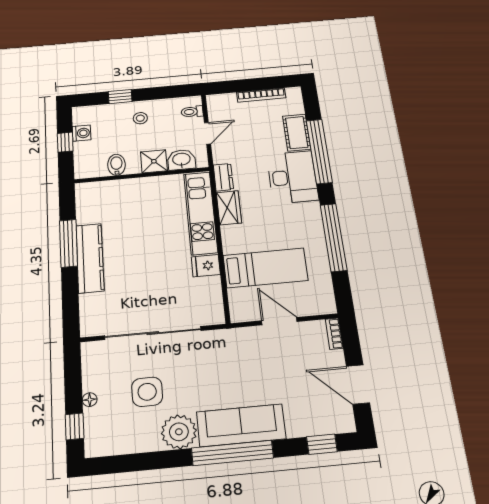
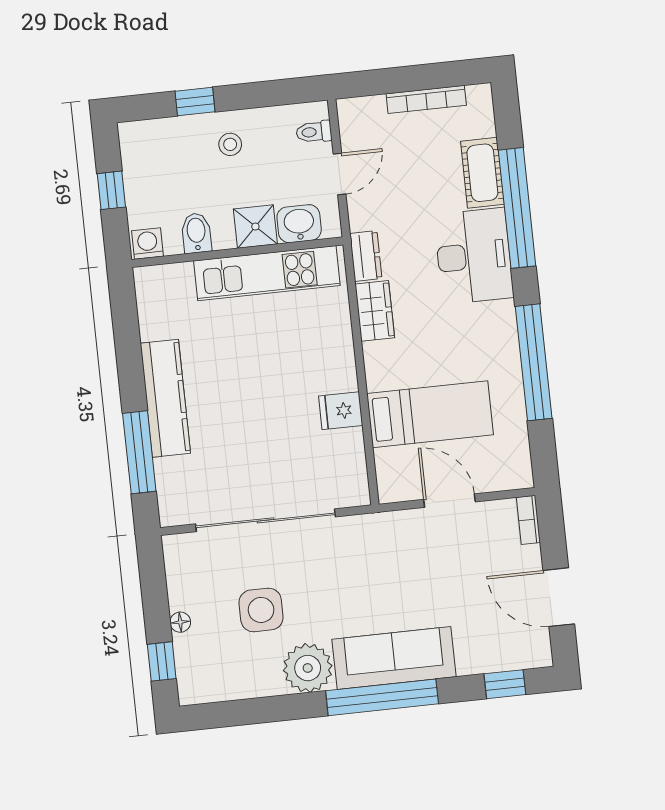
washing machine: (82, 133) -> (147, 243), moved, turned -90
kitchen unit: (201, 213) -> (267, 273), moved, turned -90
window: (69, 243) -> (139, 452), moved

